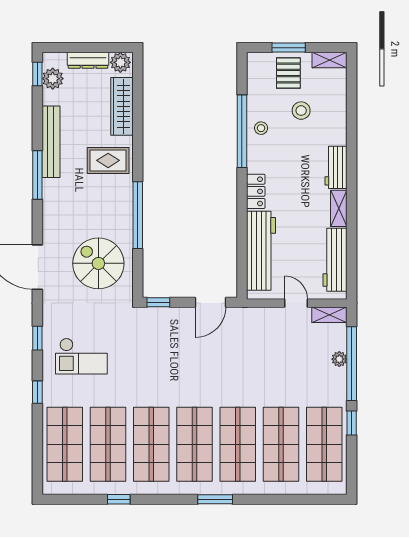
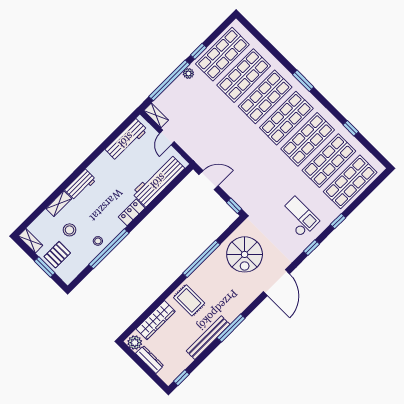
plant: (53, 79) -> (176, 368), removed
shelving: (339, 208) -> (59, 204), moved
plant: (339, 359) -> (188, 73), moved

